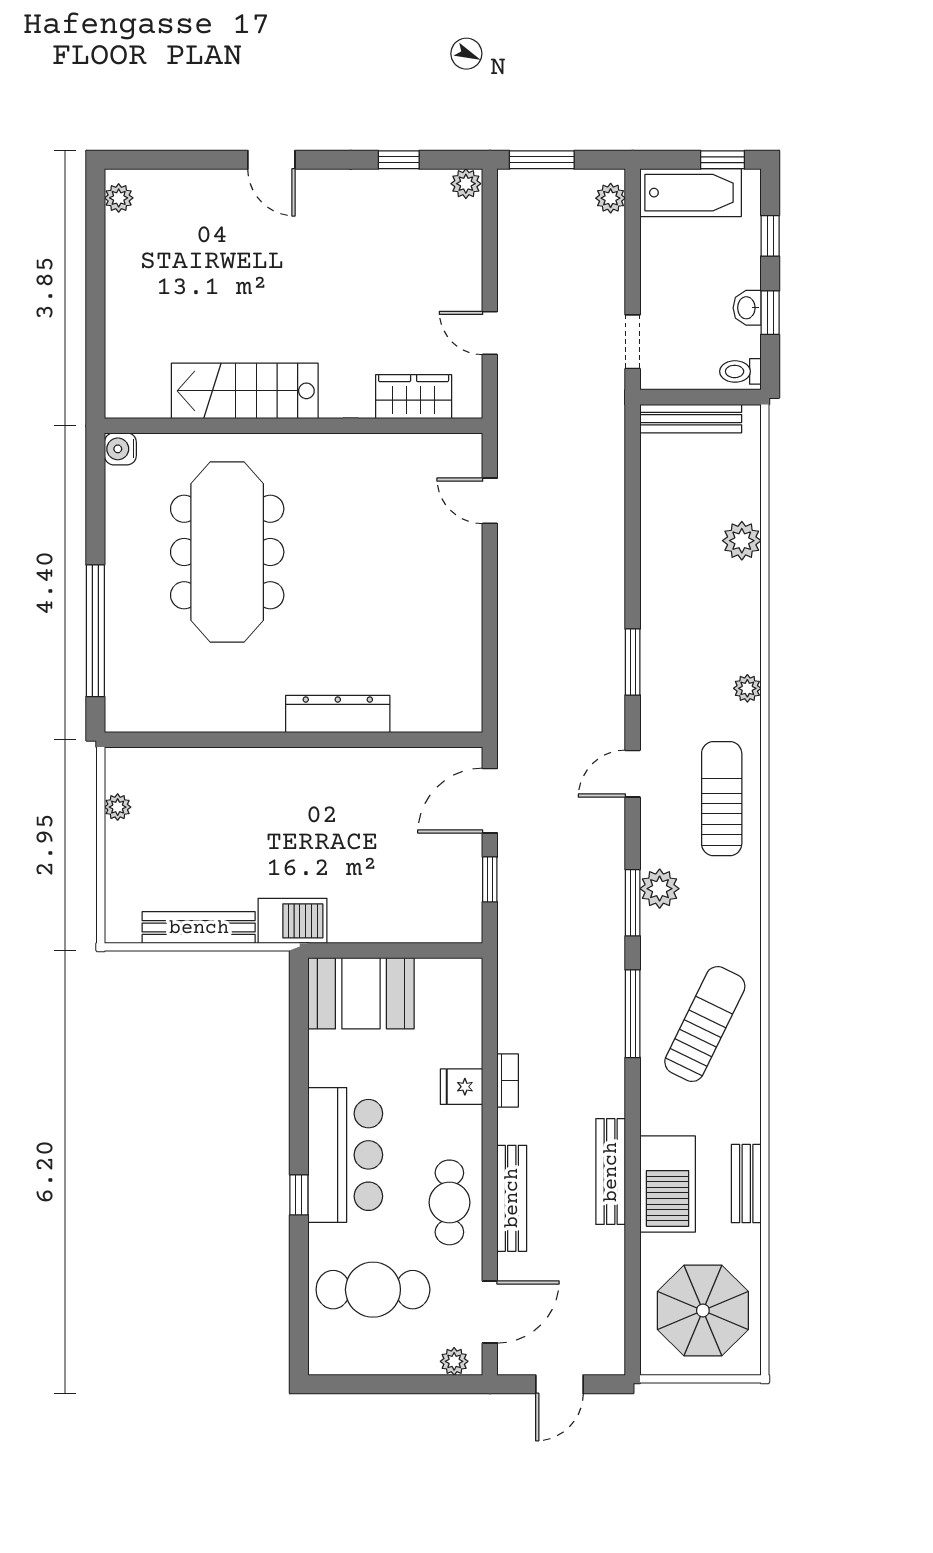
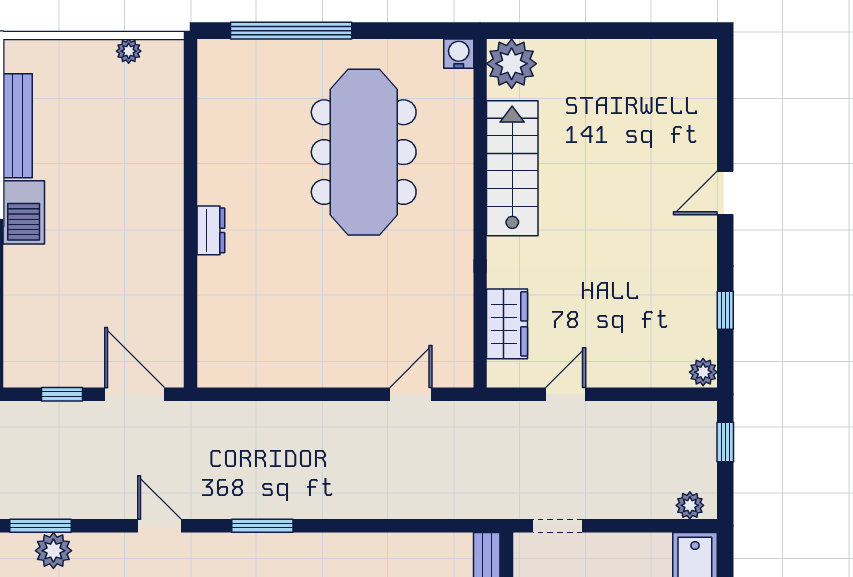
window: (542, 160) -> (725, 442), width x0.67
plant: (119, 198) -> (512, 64), moved, width x1.87, depth x1.87
meeting table: (227, 552) -> (364, 152), turned 90
dresser: (338, 714) -> (211, 230), width x0.51, depth x0.80

